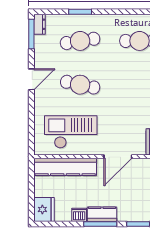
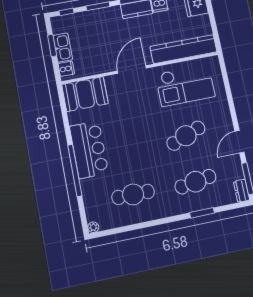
door: (31, 79) -> (239, 142), moved
cafe table: (80, 85) -> (186, 136), turned -33

